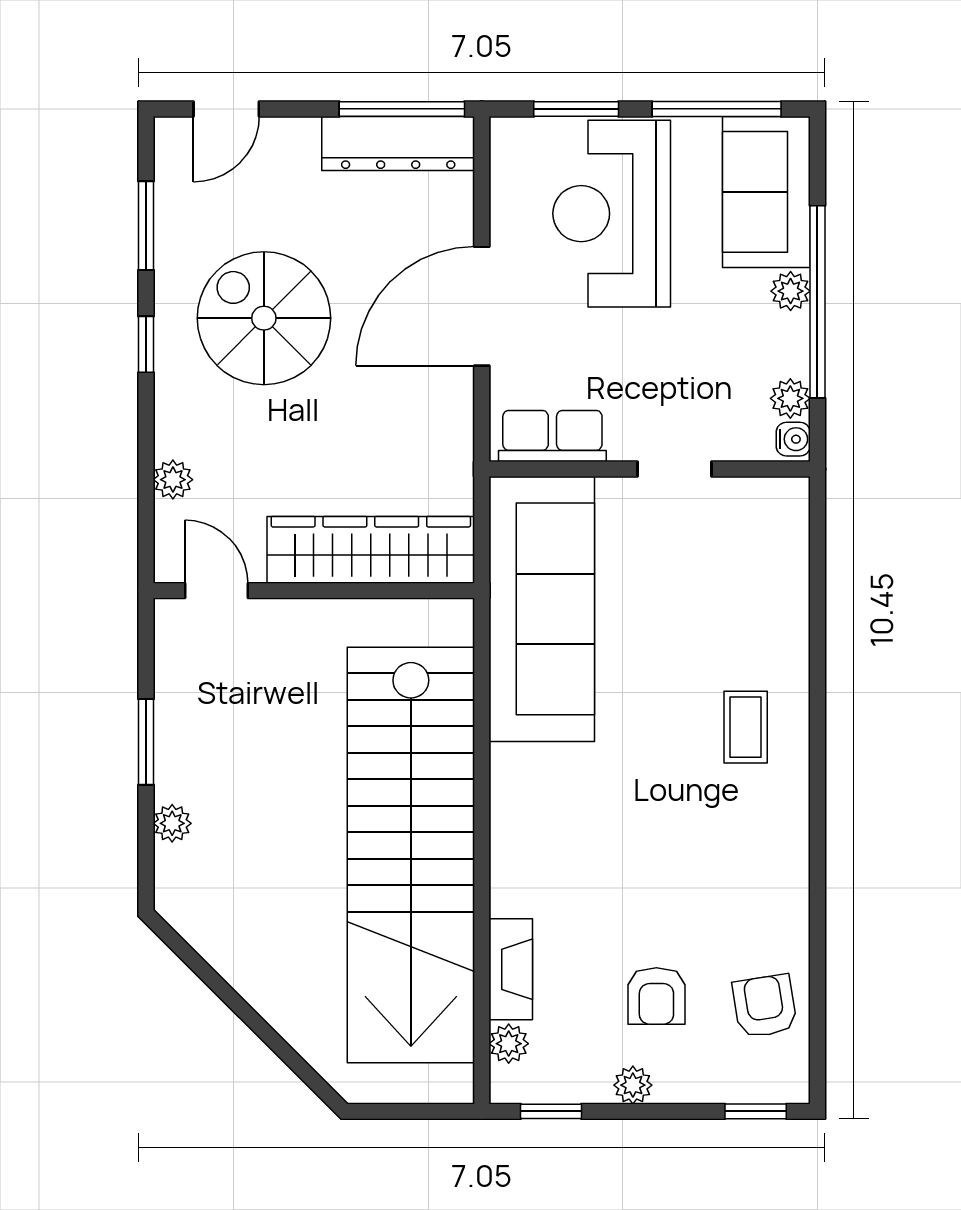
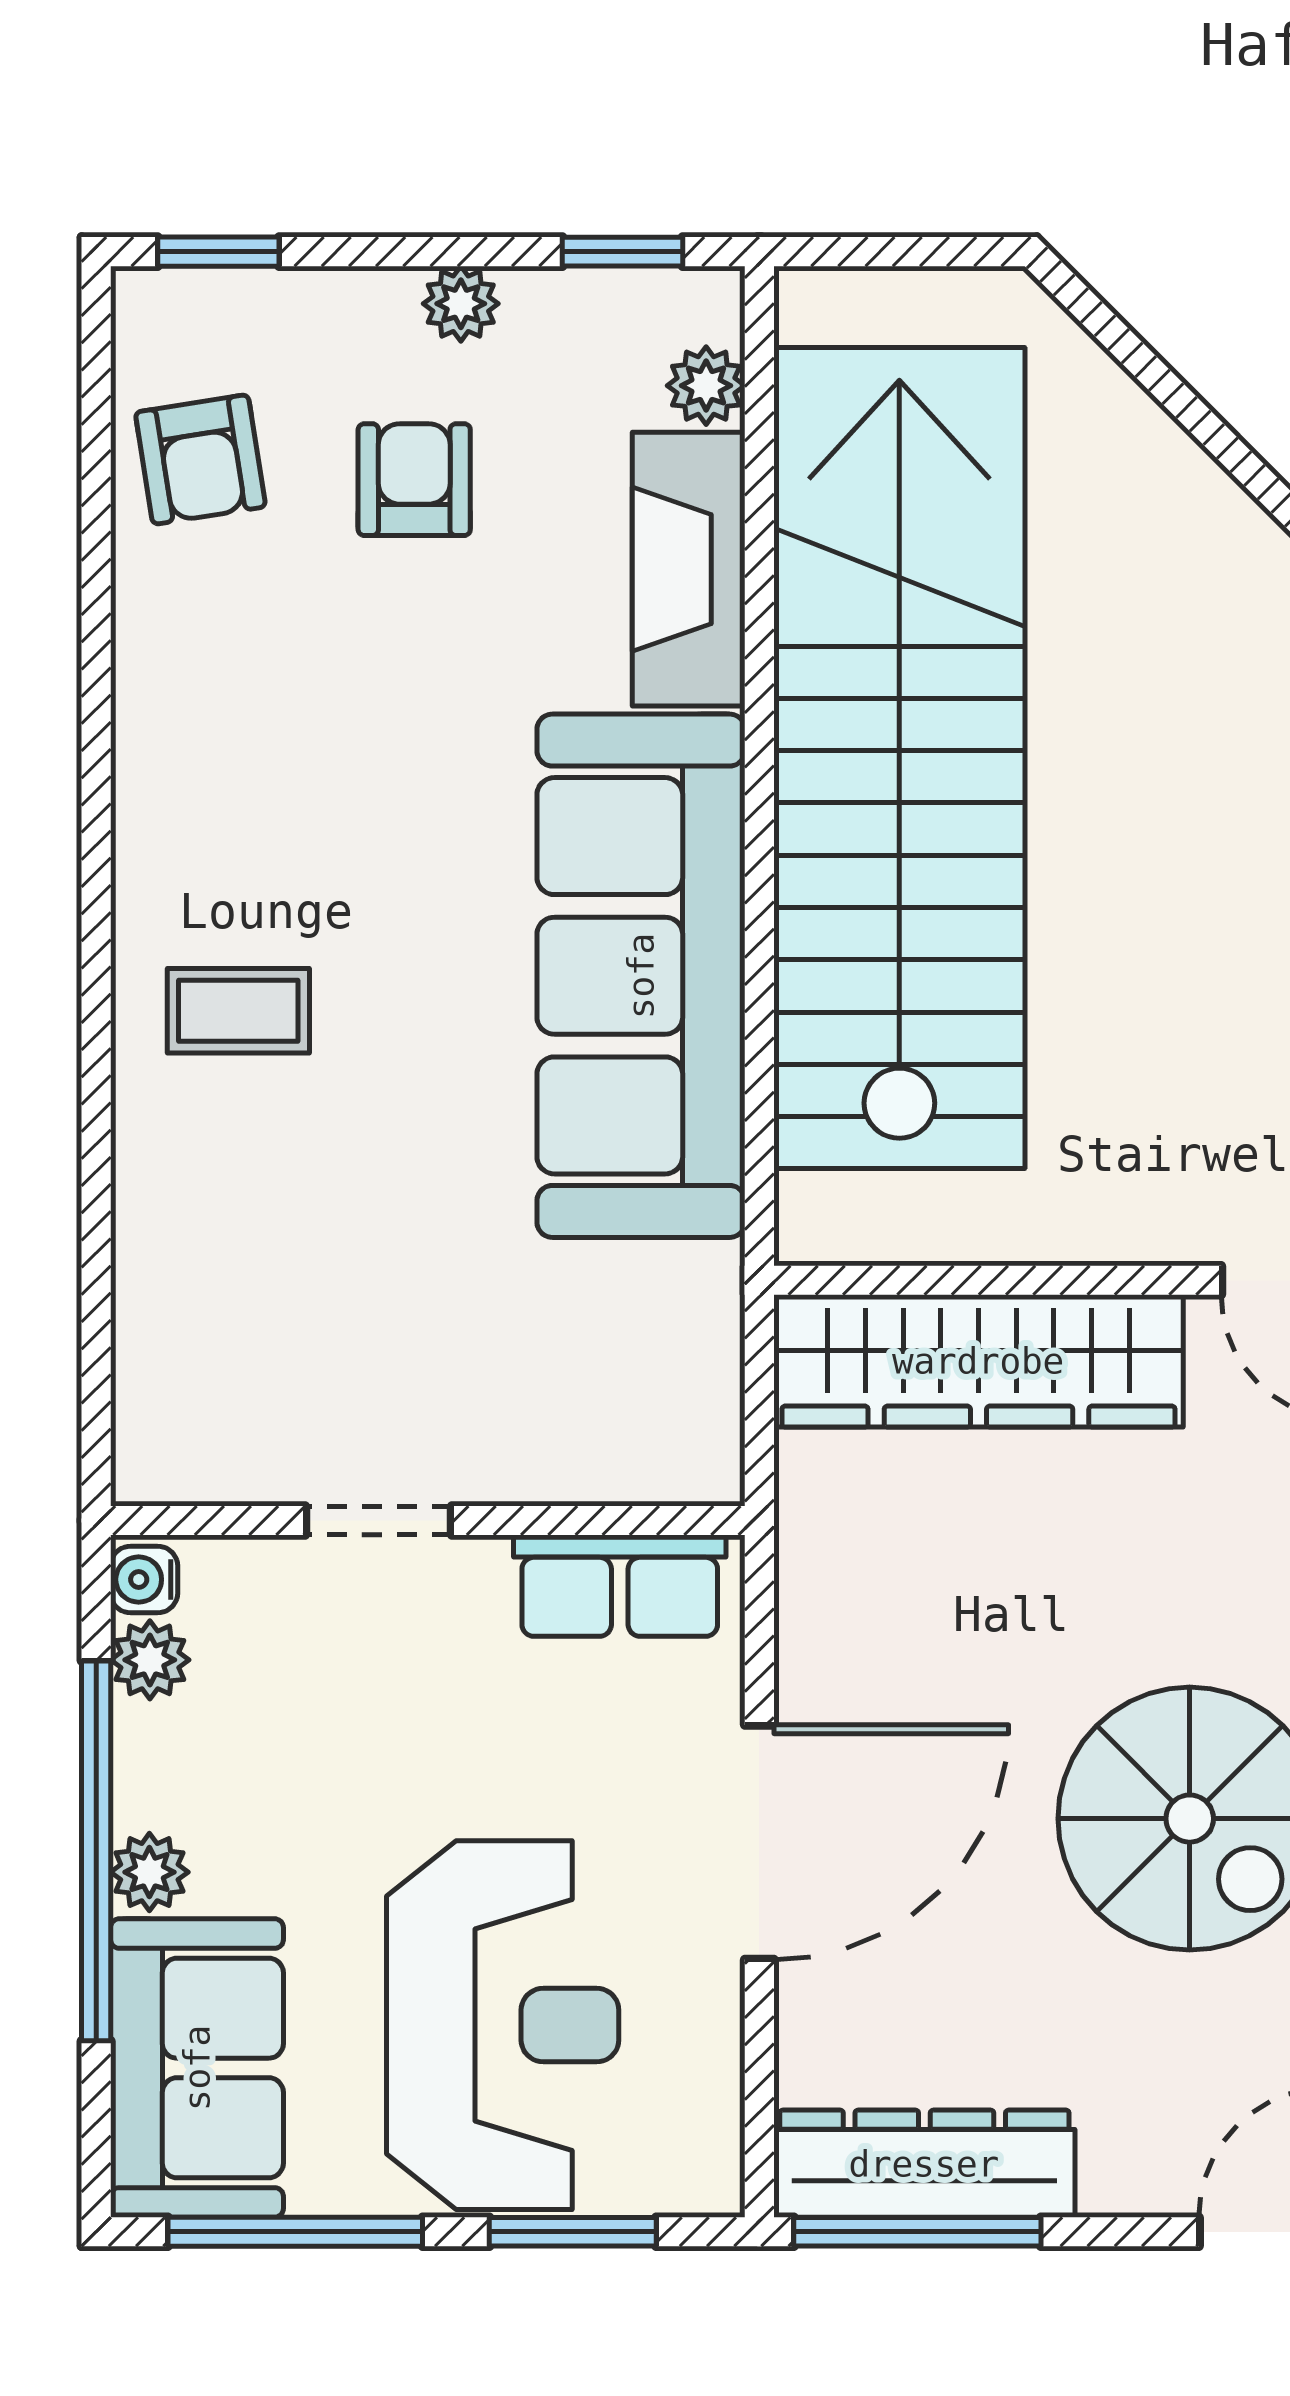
sofa: (542, 609) -> (641, 976), moved
coffee table: (746, 727) -> (238, 1011), turned 90
fireplace: (511, 969) -> (689, 569), width x1.37, depth x1.32

